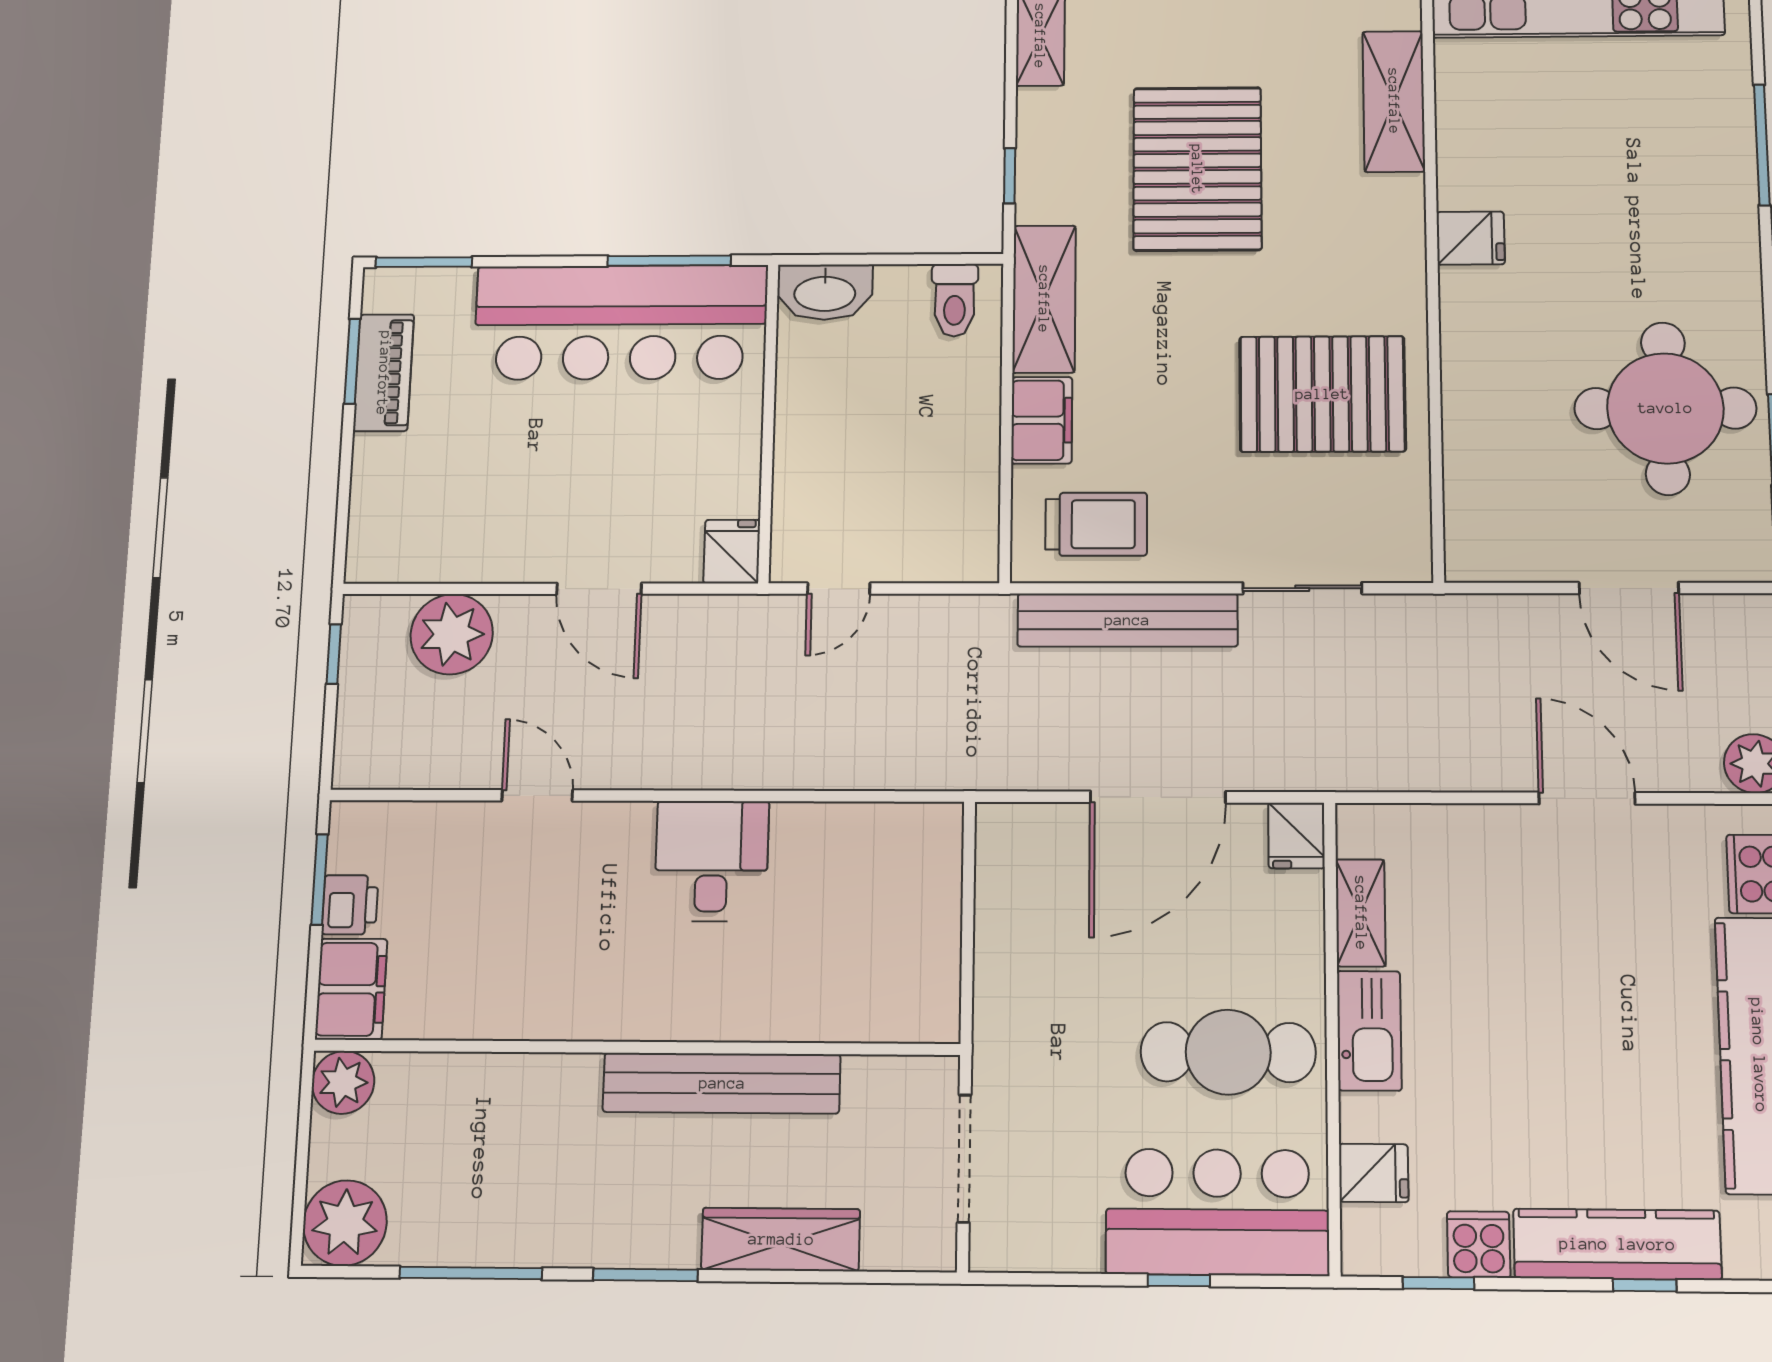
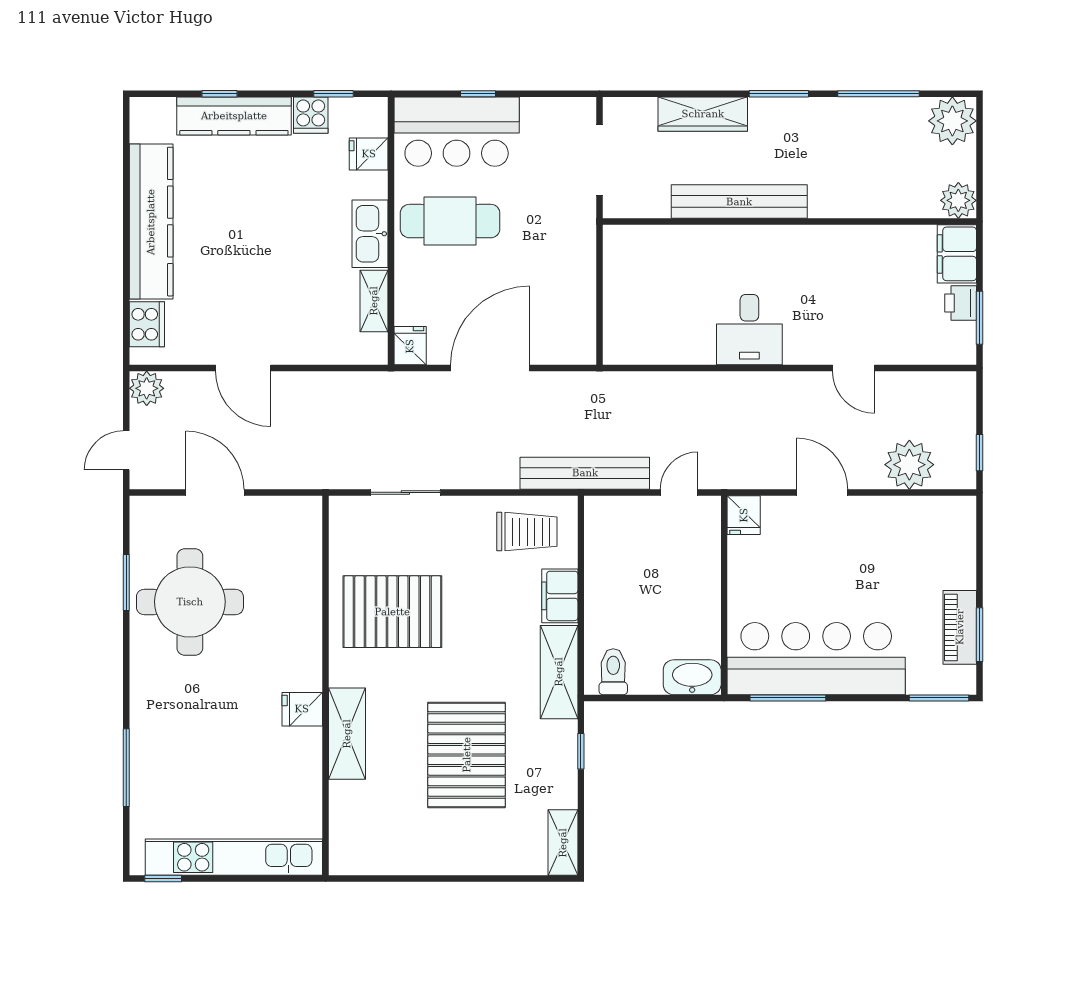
shelving: (1394, 101) -> (347, 734), moved
trolley: (1096, 524) -> (527, 532), turned 180
bench: (1127, 620) -> (585, 473), moved

